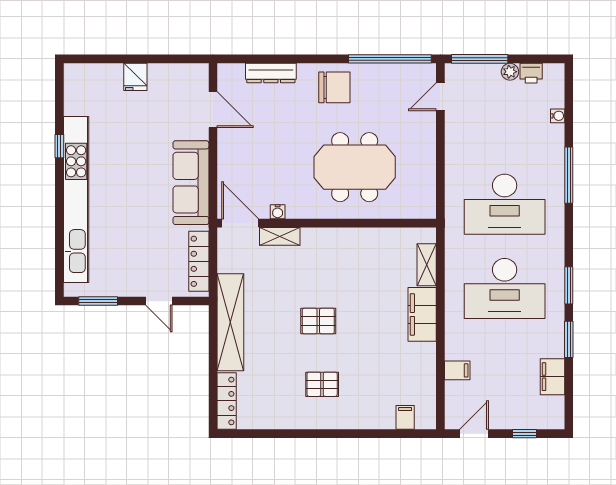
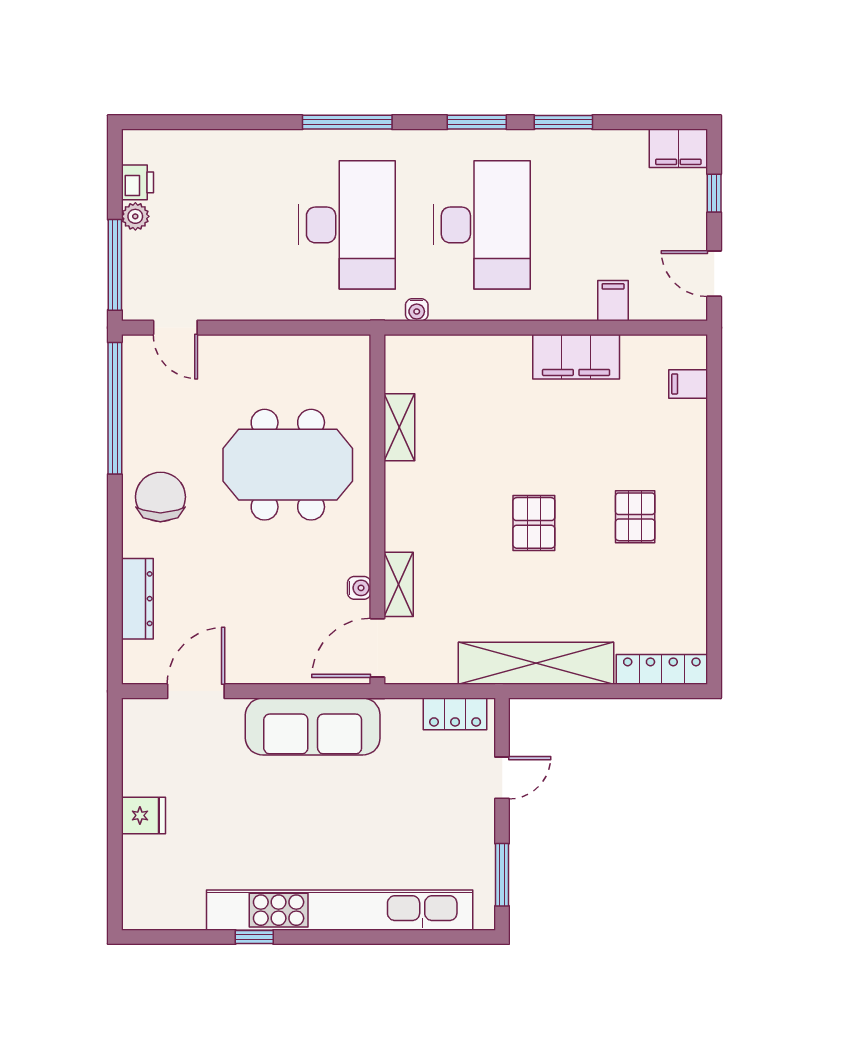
water cooler: (558, 116) -> (417, 310), moved, turned 180
meeting table: (355, 167) -> (288, 465), turned 90
window: (569, 175) -> (347, 122), moved
locker: (199, 261) -> (455, 714), width x0.66
shelving: (427, 265) -> (399, 427), moved, turned 90
filing cabinet: (422, 314) -> (576, 357), moved
filing cabinet: (552, 377) -> (678, 148), moved

